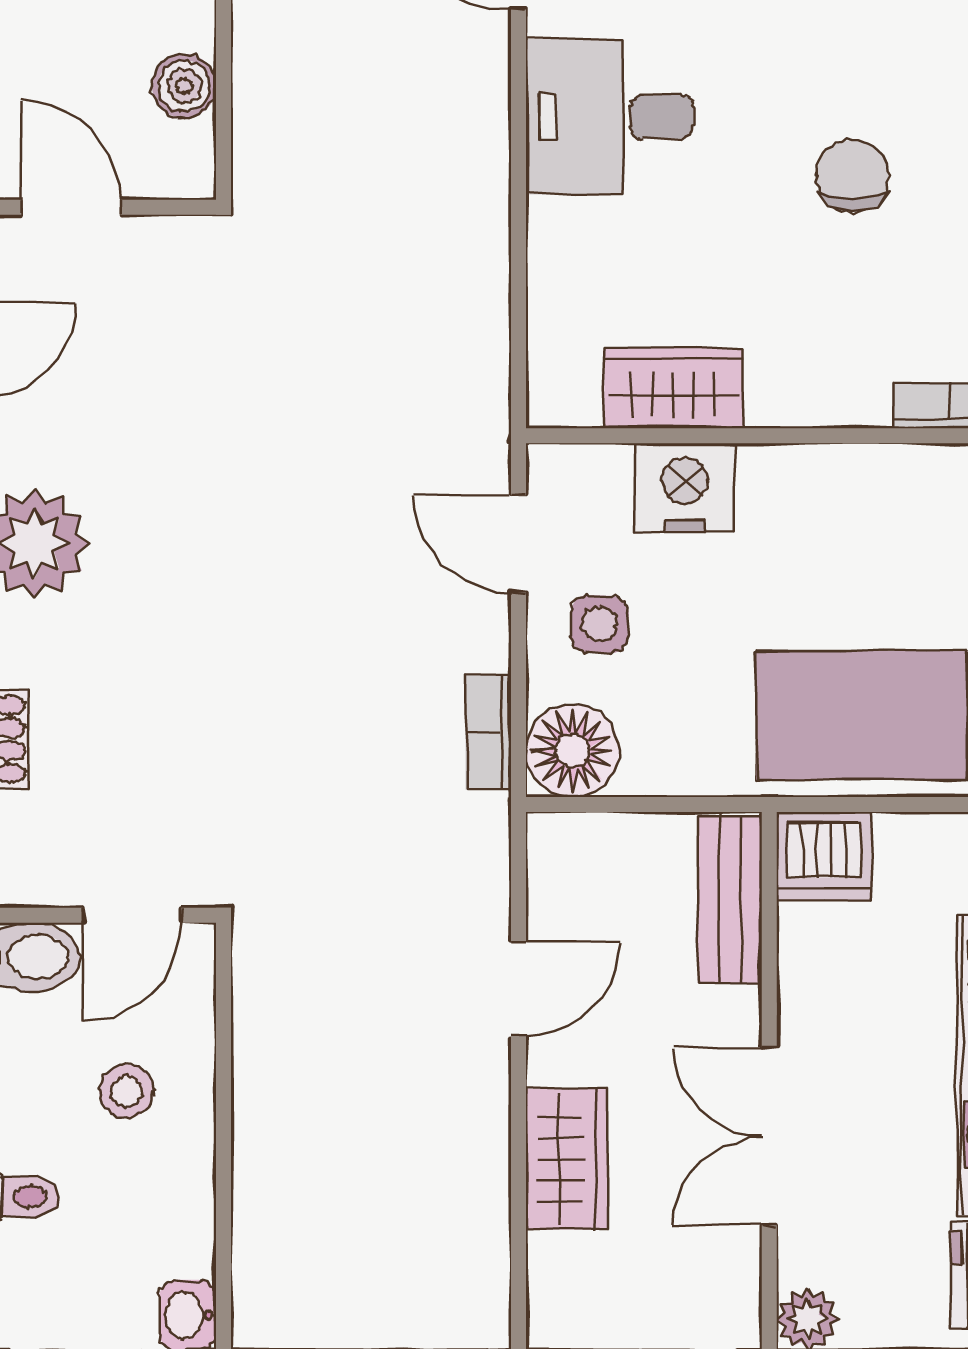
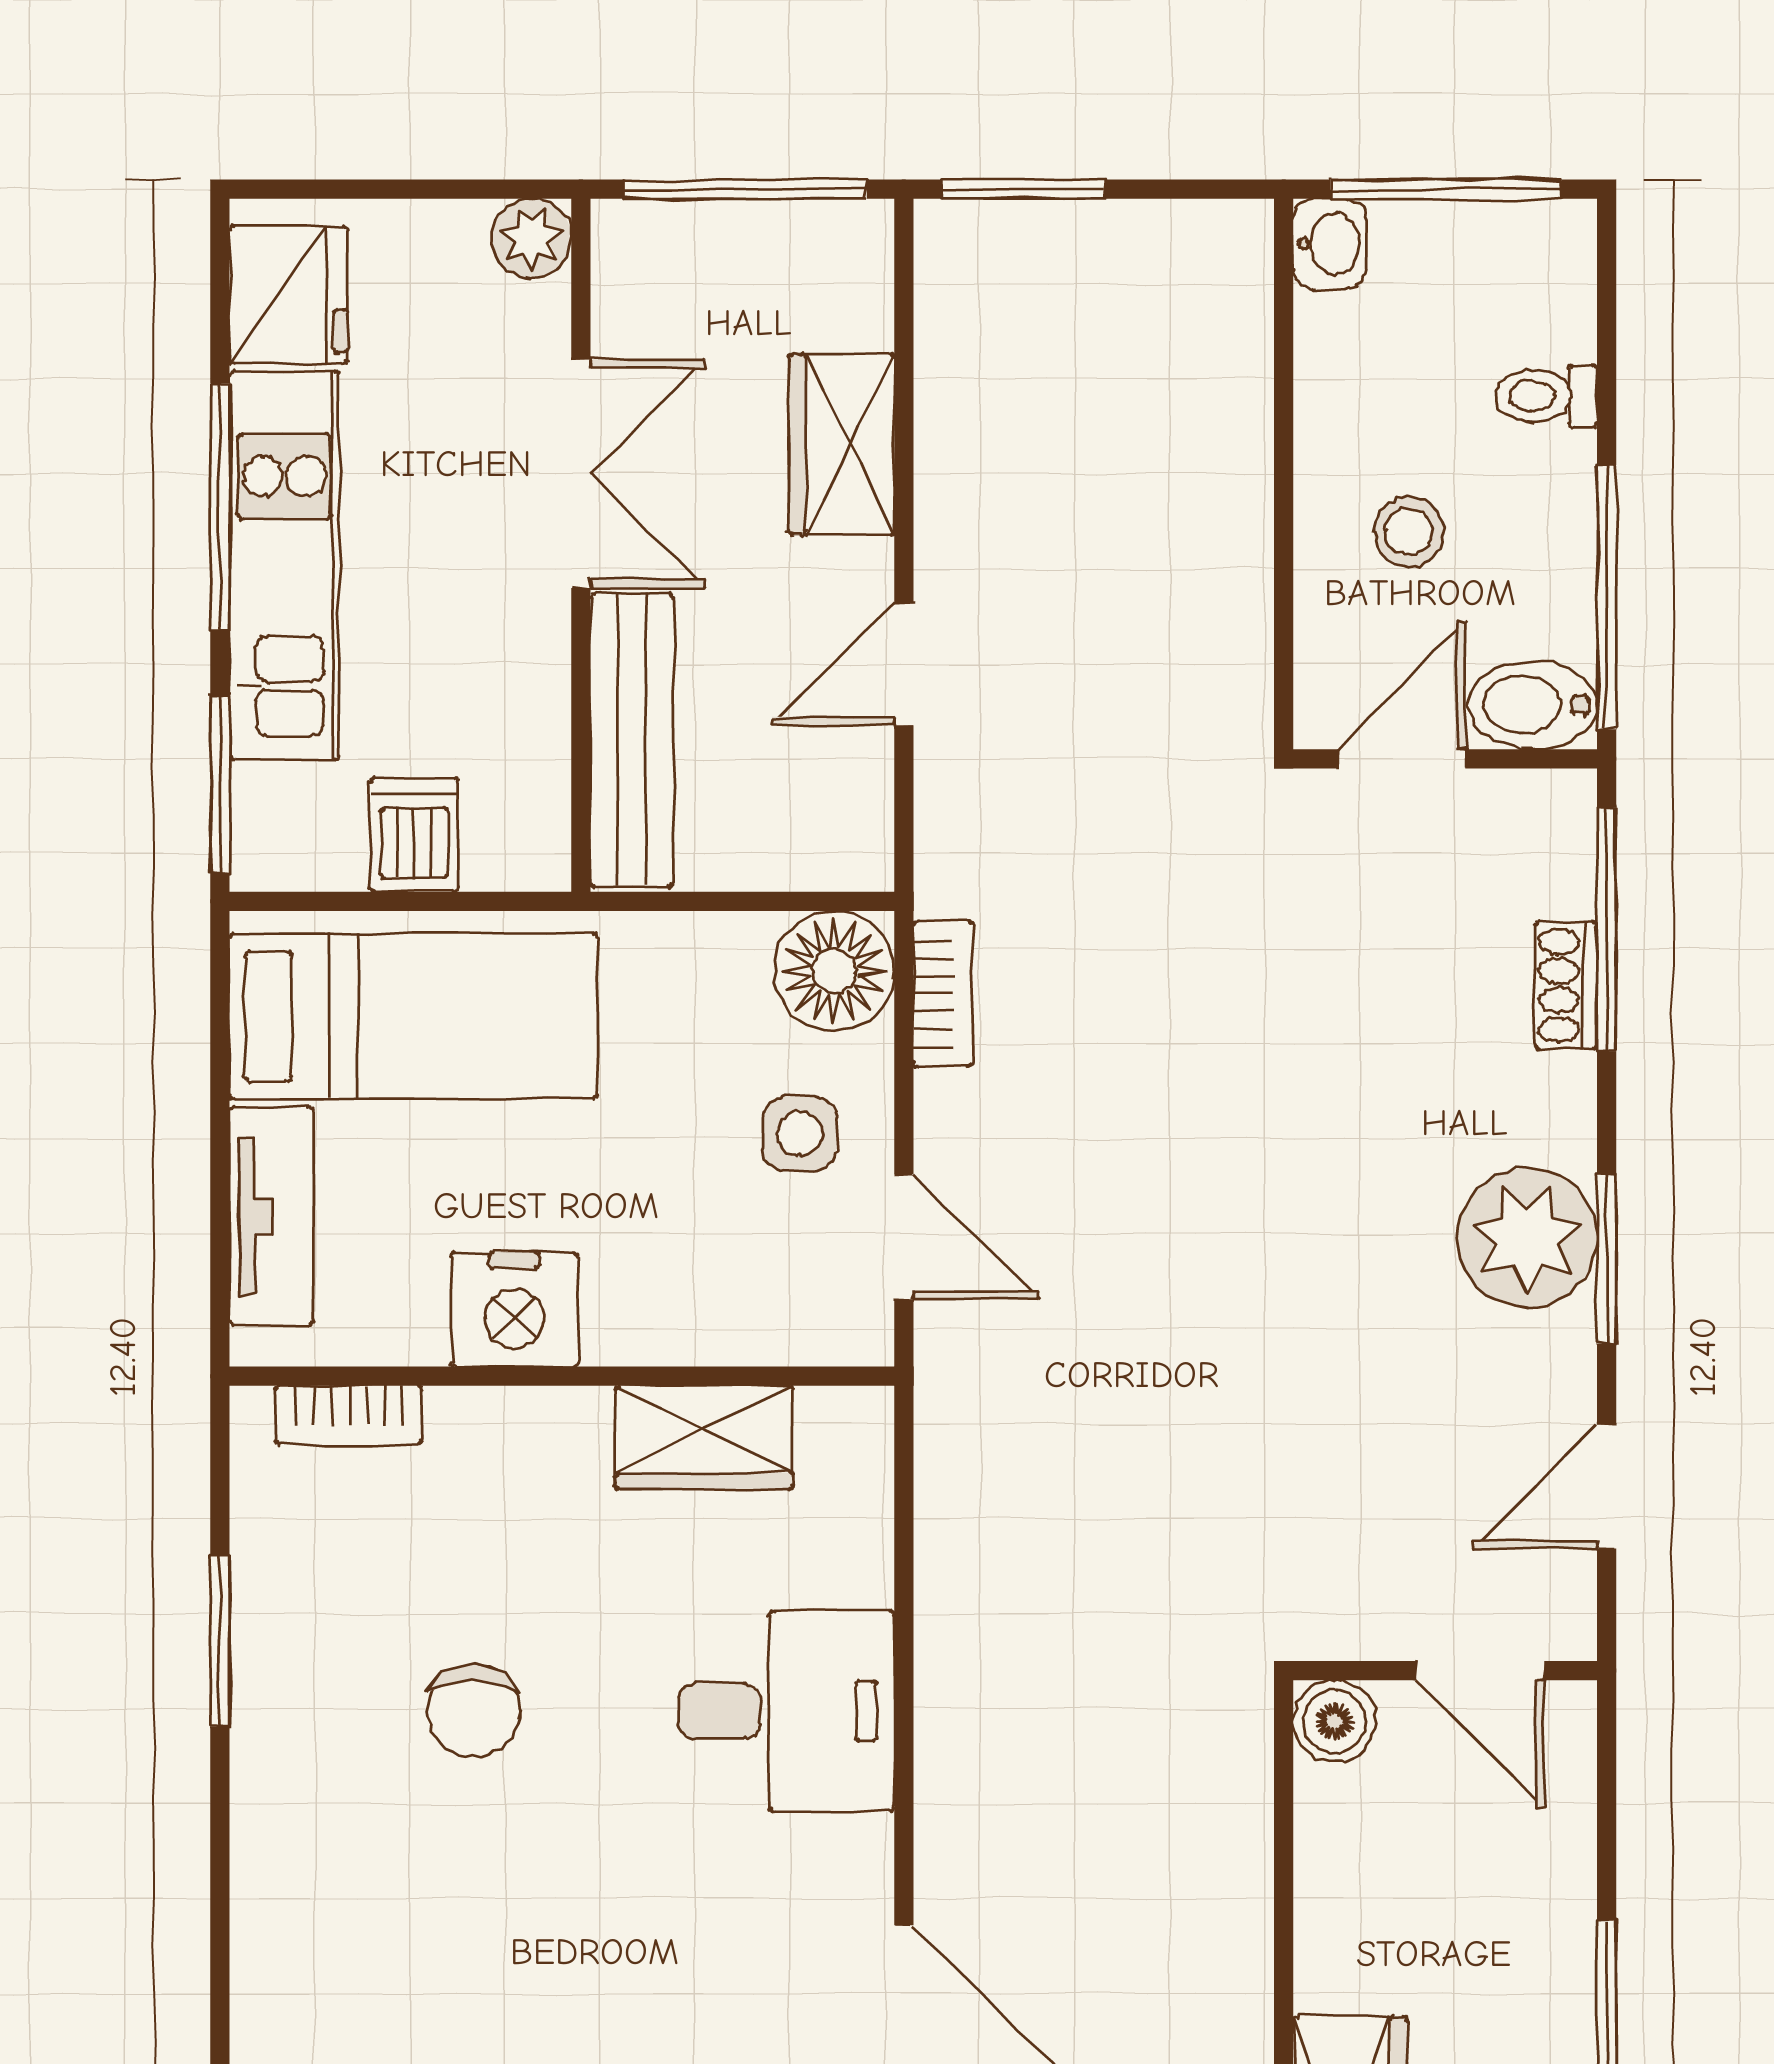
boiler: (184, 86) -> (1335, 1721), moved
desk: (610, 117) -> (786, 1711), moved
nightstand: (685, 488) -> (514, 1310), moved
dishwasher: (824, 856) -> (414, 835), moved, width x0.73
bench: (730, 899) -> (632, 740), width x1.36

